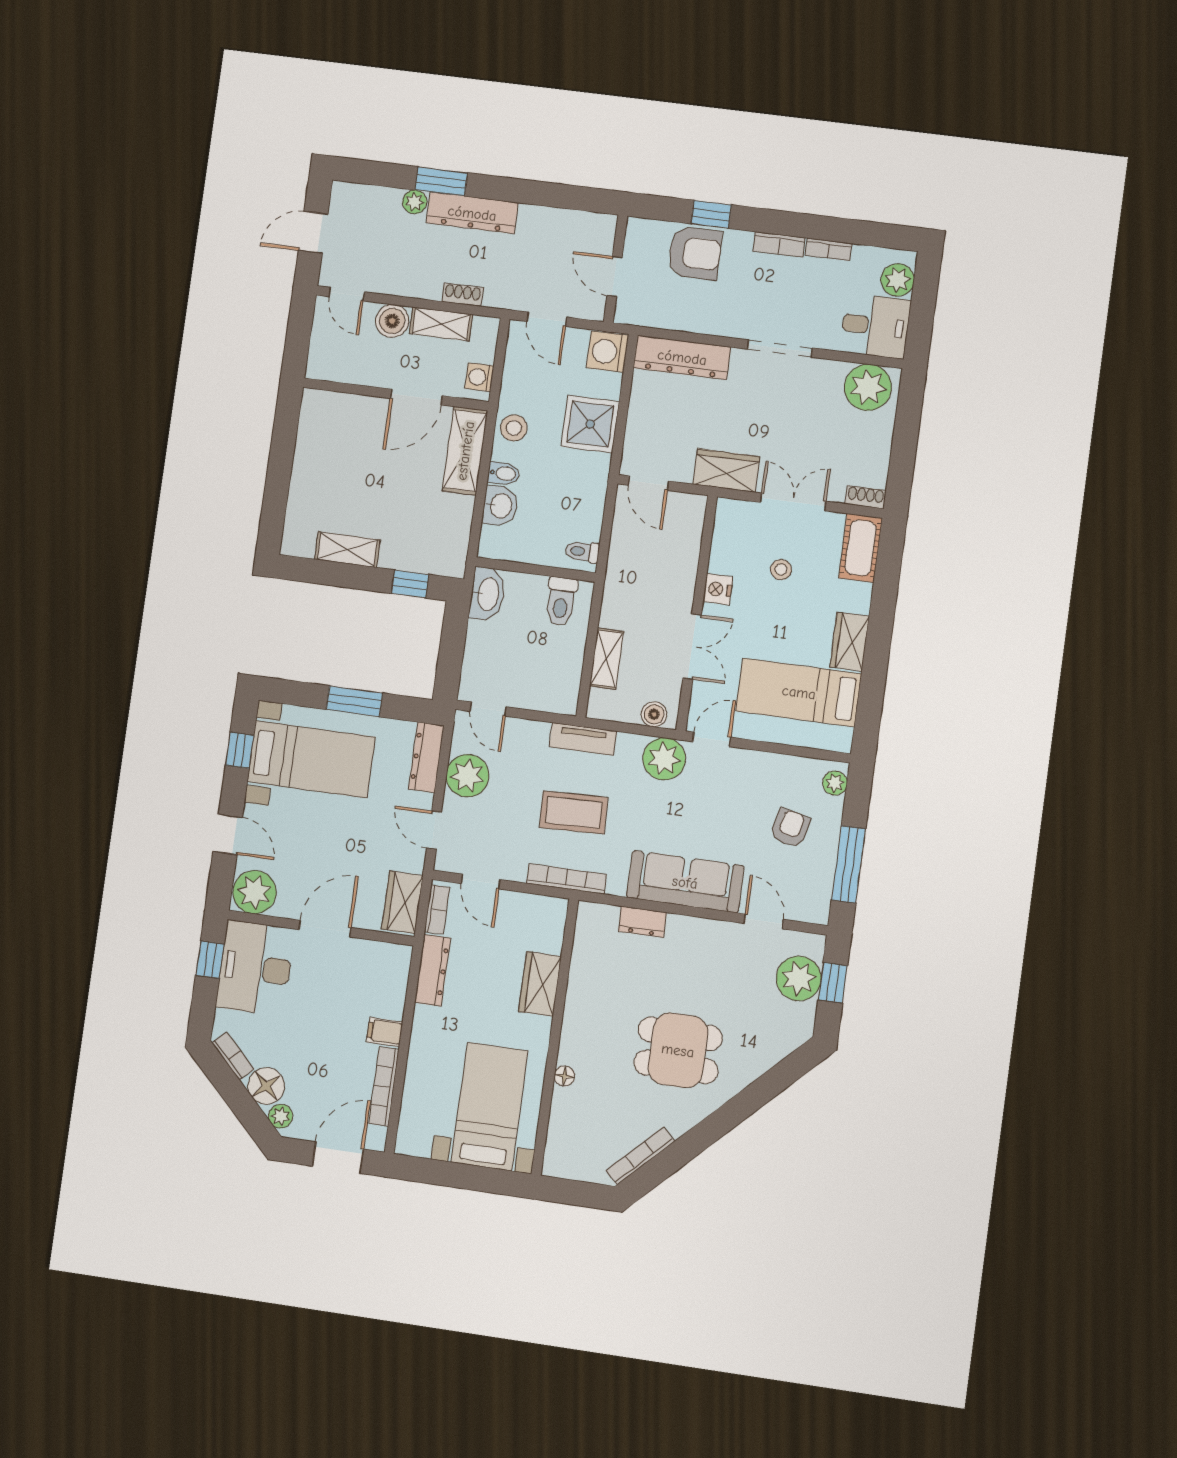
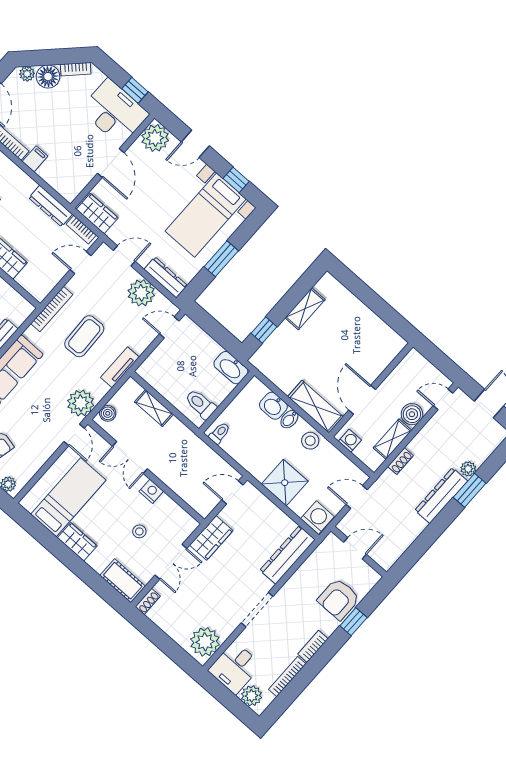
bookcase: (829, 249) -> (287, 677), width x1.56

